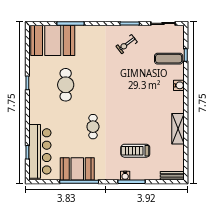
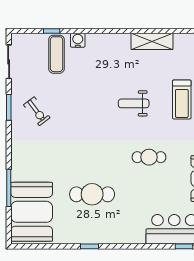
water cooler: (179, 85) -> (78, 40), moved
weight bench: (132, 115) -> (134, 103), added

